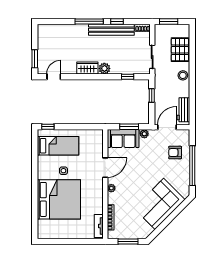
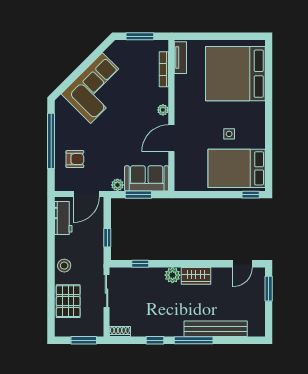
bench: (111, 30) -> (216, 329), moved
bed: (58, 146) -> (237, 168), width x1.50
bed: (59, 199) -> (235, 74), moved

